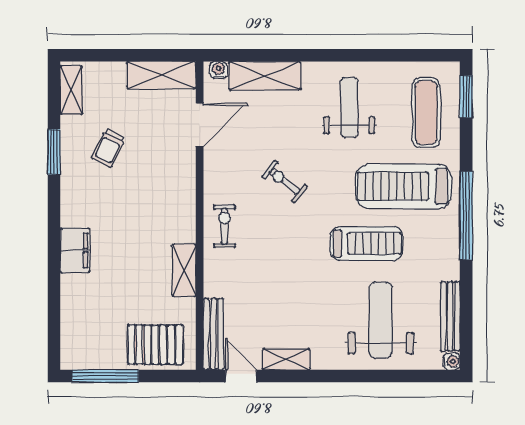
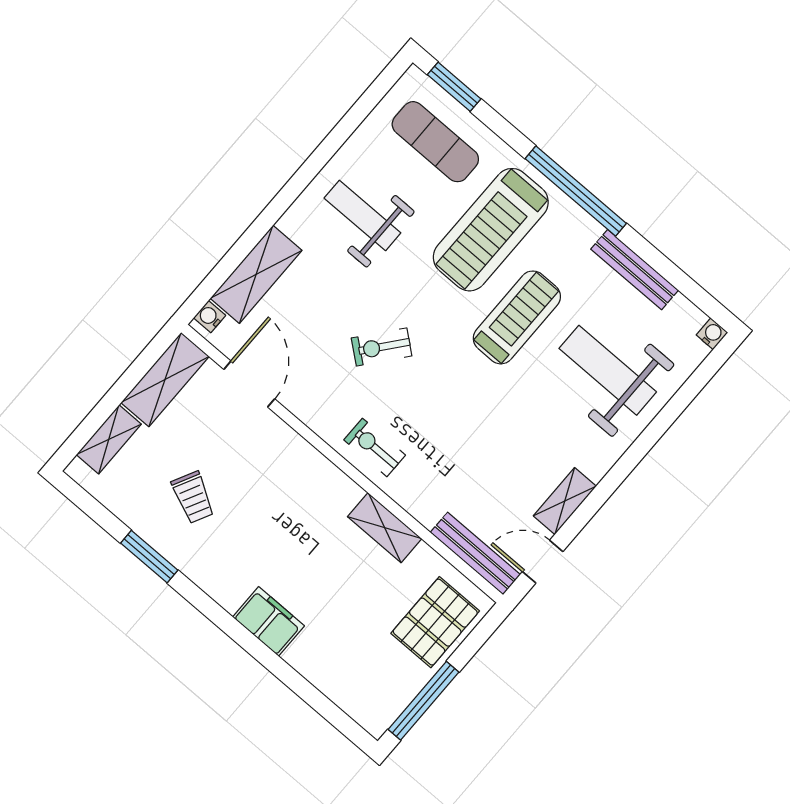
shelving: (71, 90) -> (109, 439), moved, turned 90
bench: (450, 316) -> (635, 270), moved

